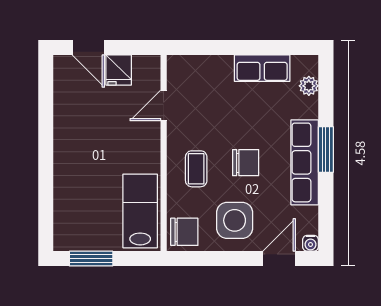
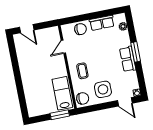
fridge: (119, 70) -> (41, 36), removed
row of seats: (305, 162) -> (128, 59), width x0.68
chair: (246, 163) -> (80, 29), moved
window: (91, 259) -> (60, 115), moved
door: (279, 259) -> (125, 102), swing flipped

